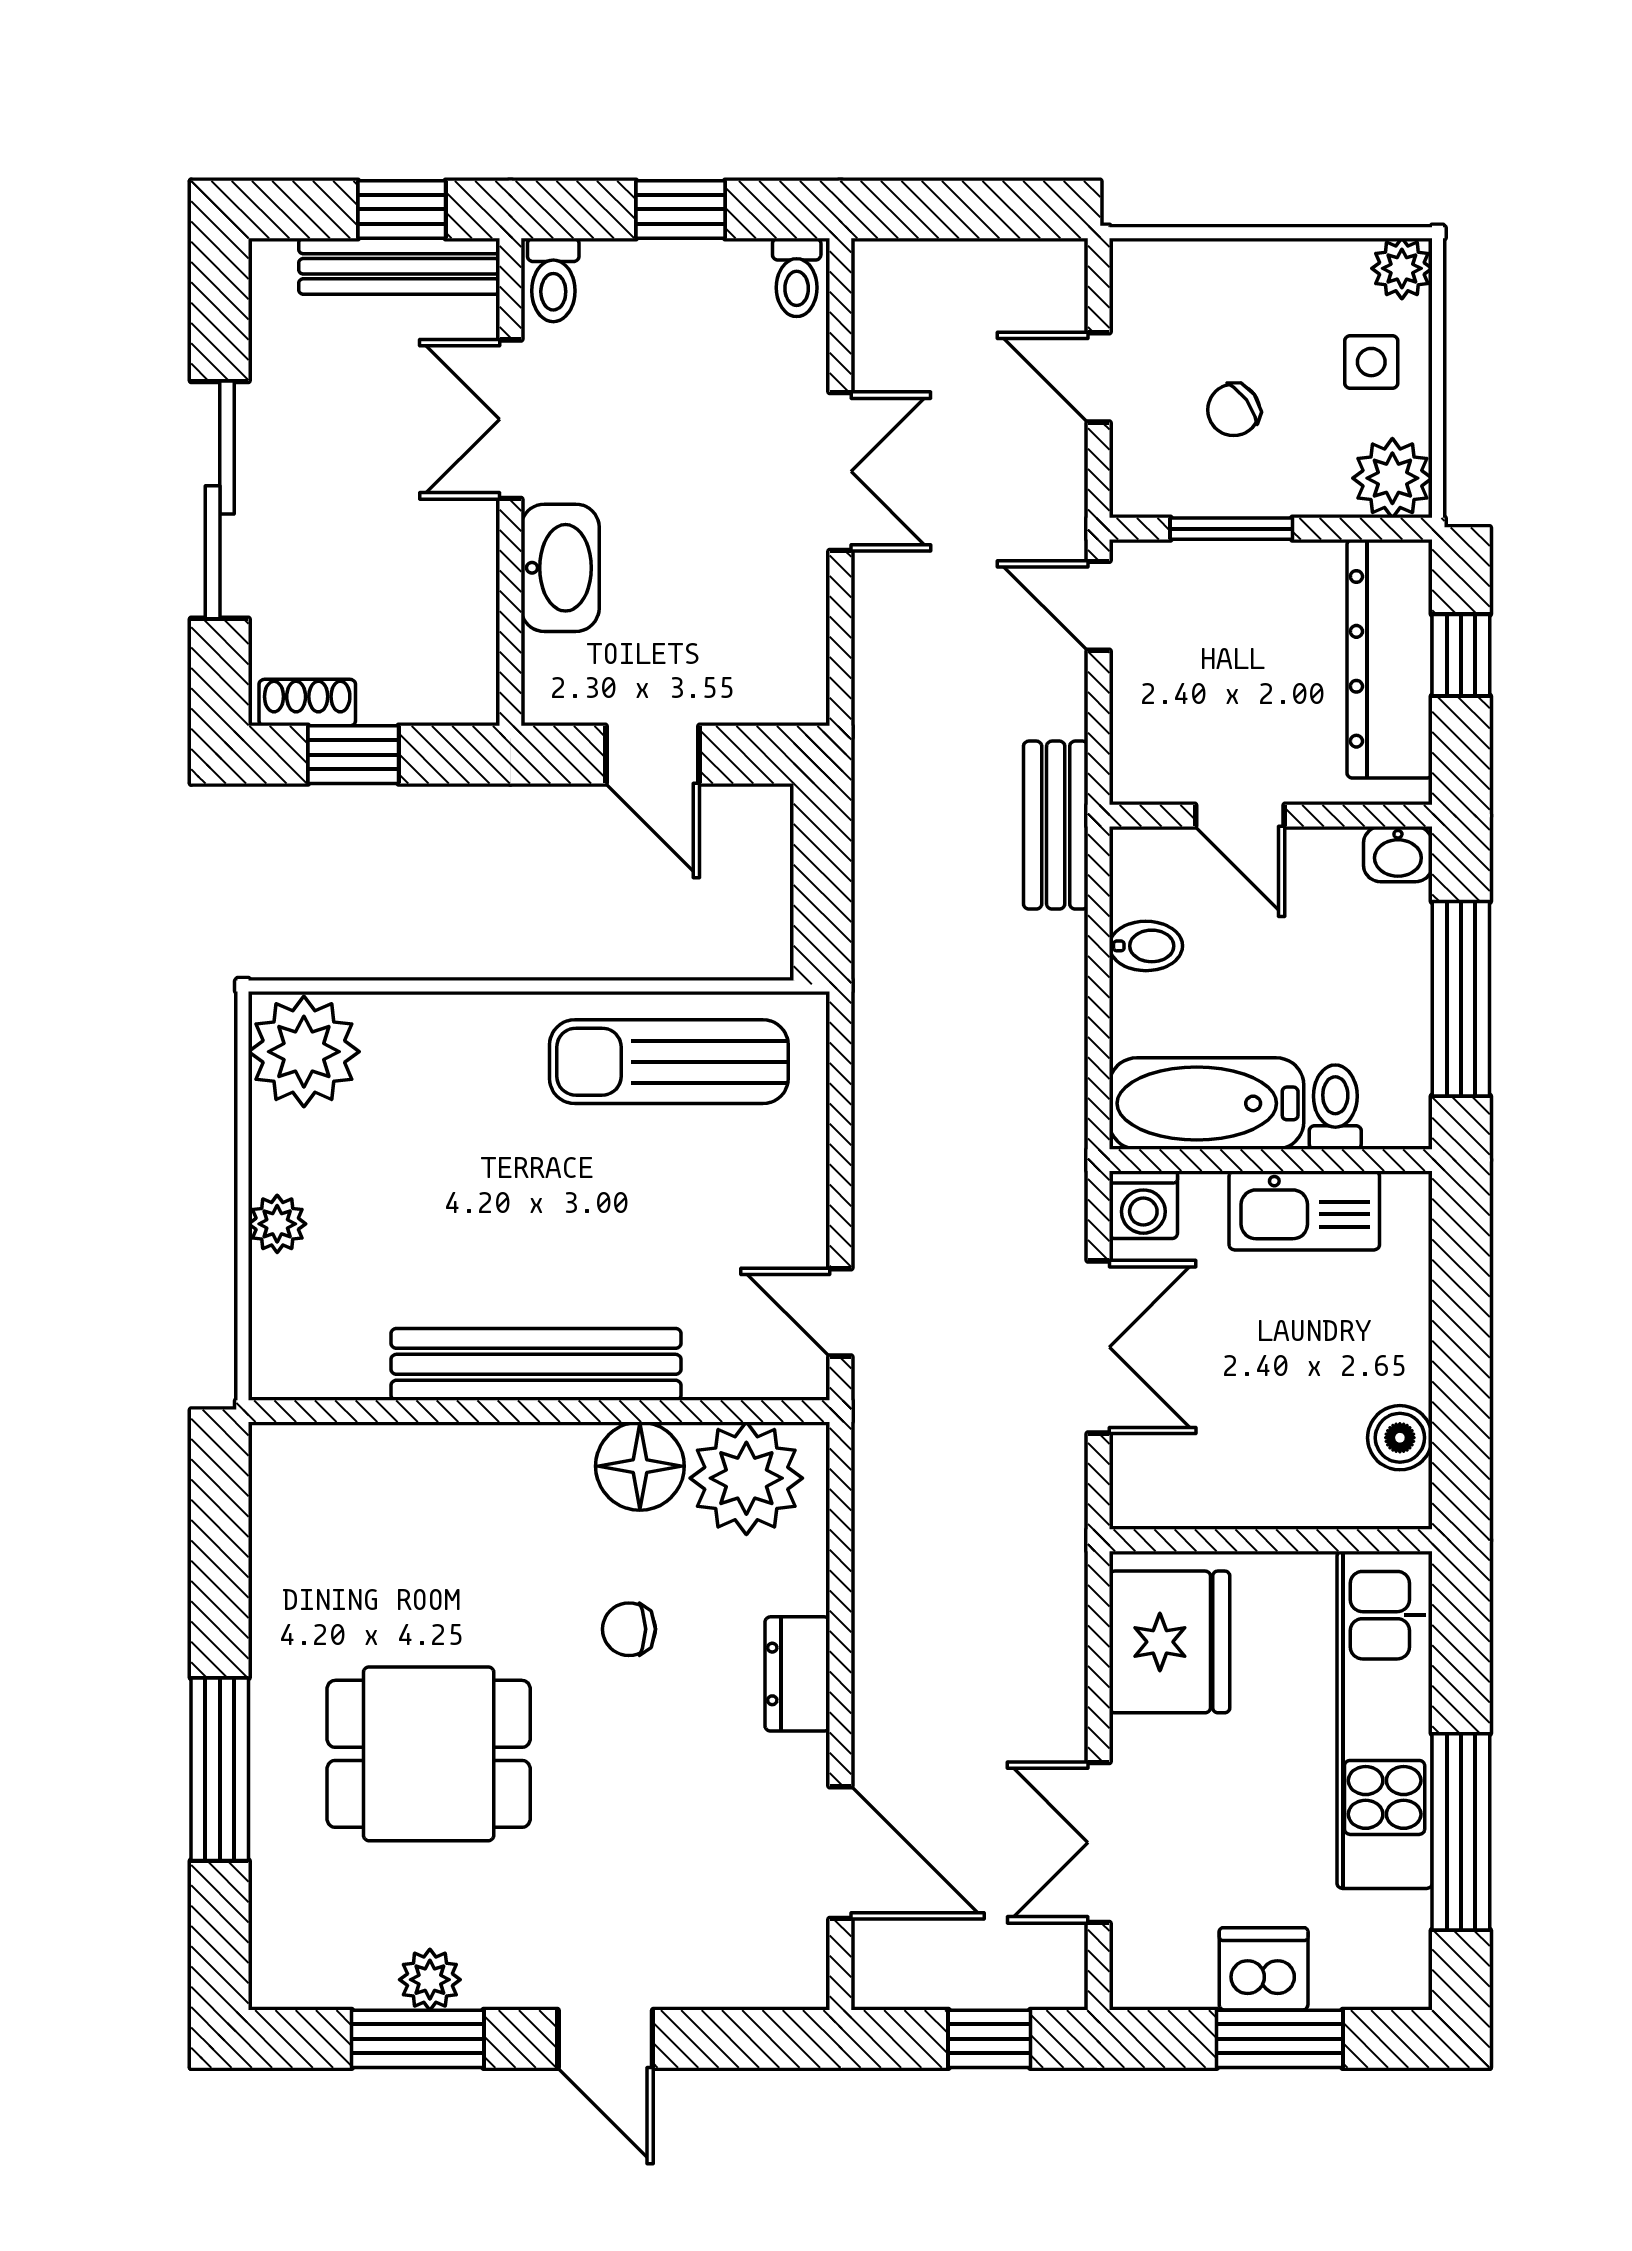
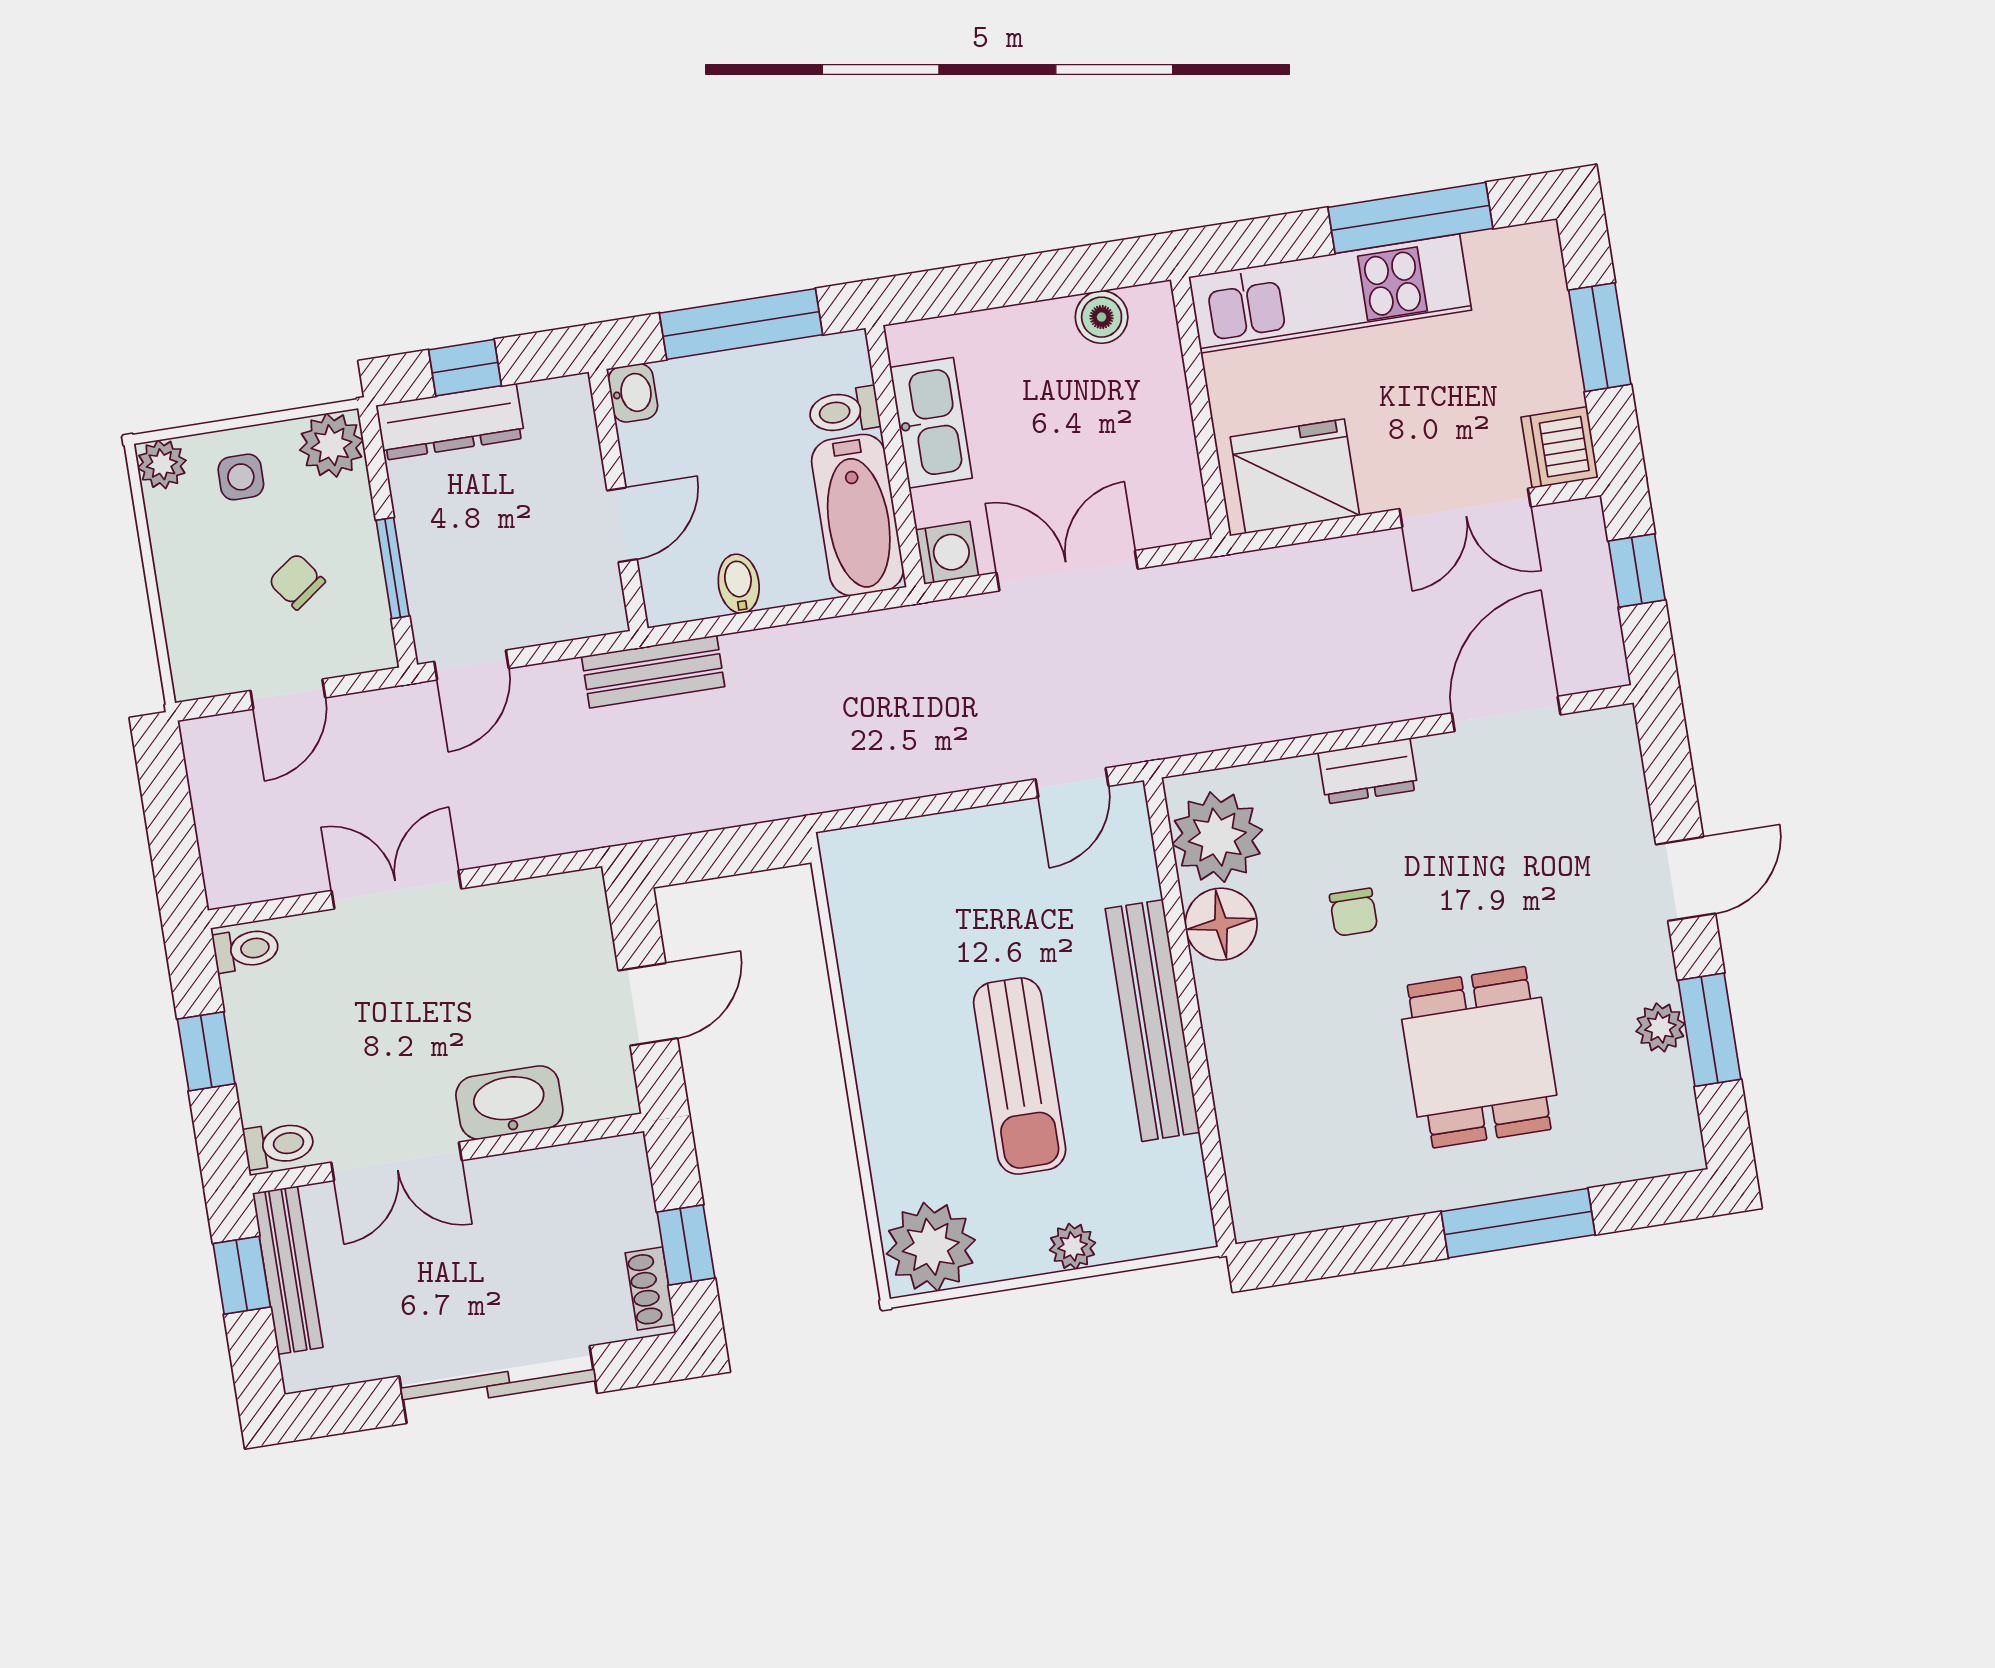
chair: (1234, 410) -> (297, 581), turned 180
dresser: (1390, 659) -> (450, 422), width x0.73, depth x0.80
sun lounger: (669, 1062) -> (1020, 1076), moved
dishwasher: (1264, 1969) -> (1560, 447), moved

